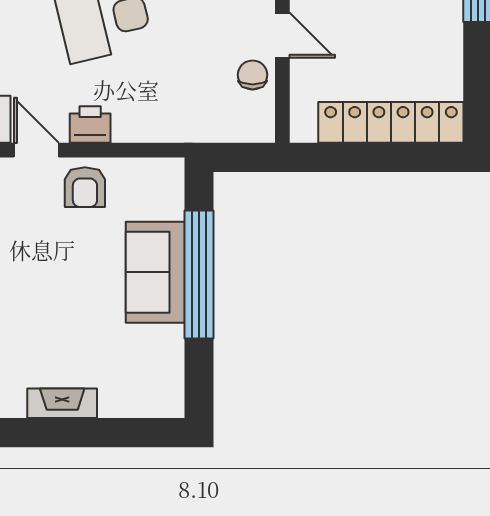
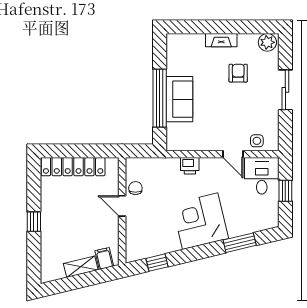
chair: (253, 75) -> (135, 188), turned 180
printer: (90, 124) -> (190, 166), moved
armchair: (85, 187) -> (238, 73), moved

